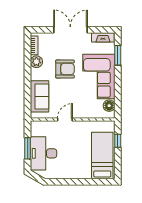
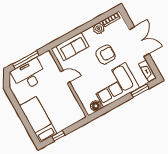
armchair: (65, 69) -> (106, 55), turned -90
window: (118, 141) -> (58, 136), moved
window: (28, 148) -> (26, 60), width x1.44
bed: (102, 155) -> (38, 120), moved, turned -90

